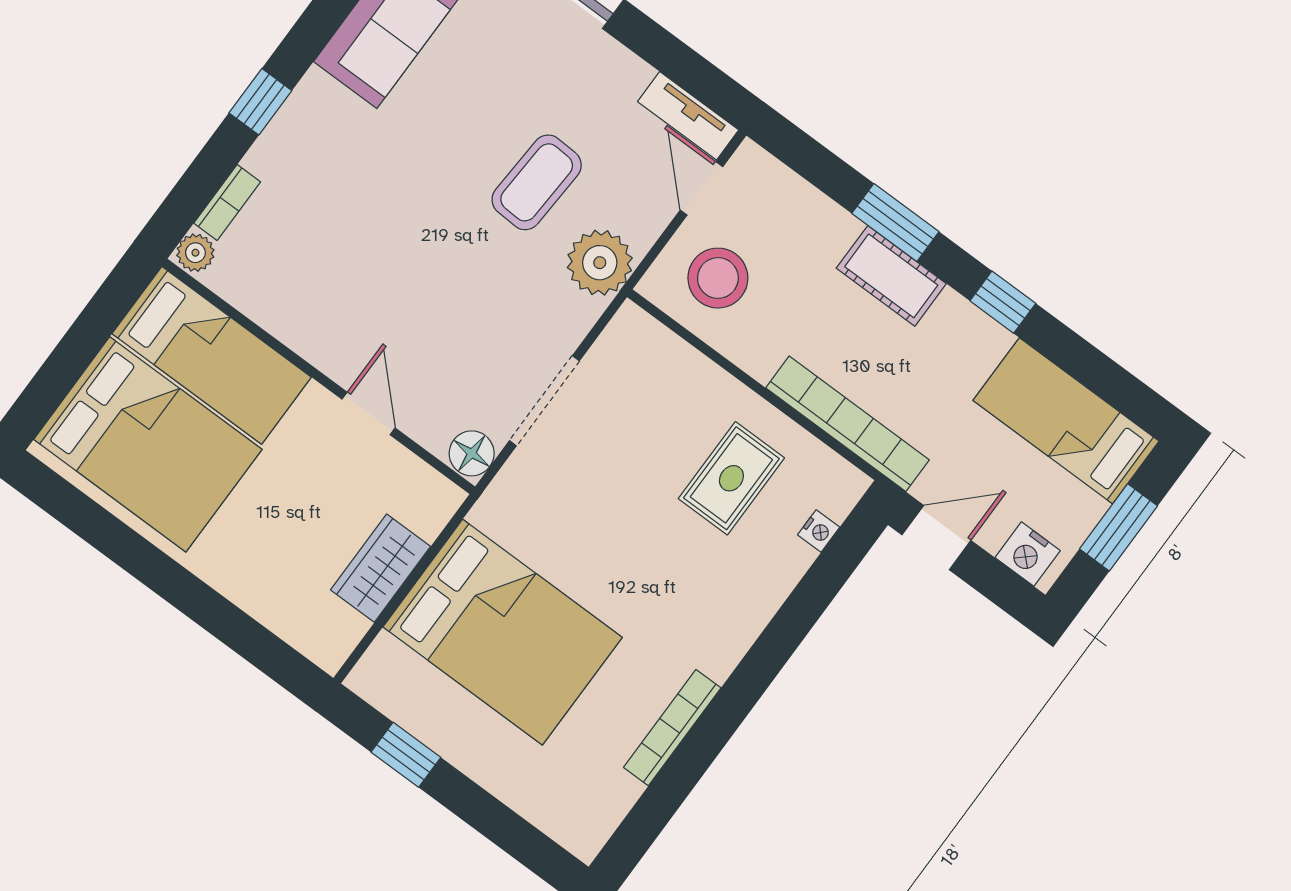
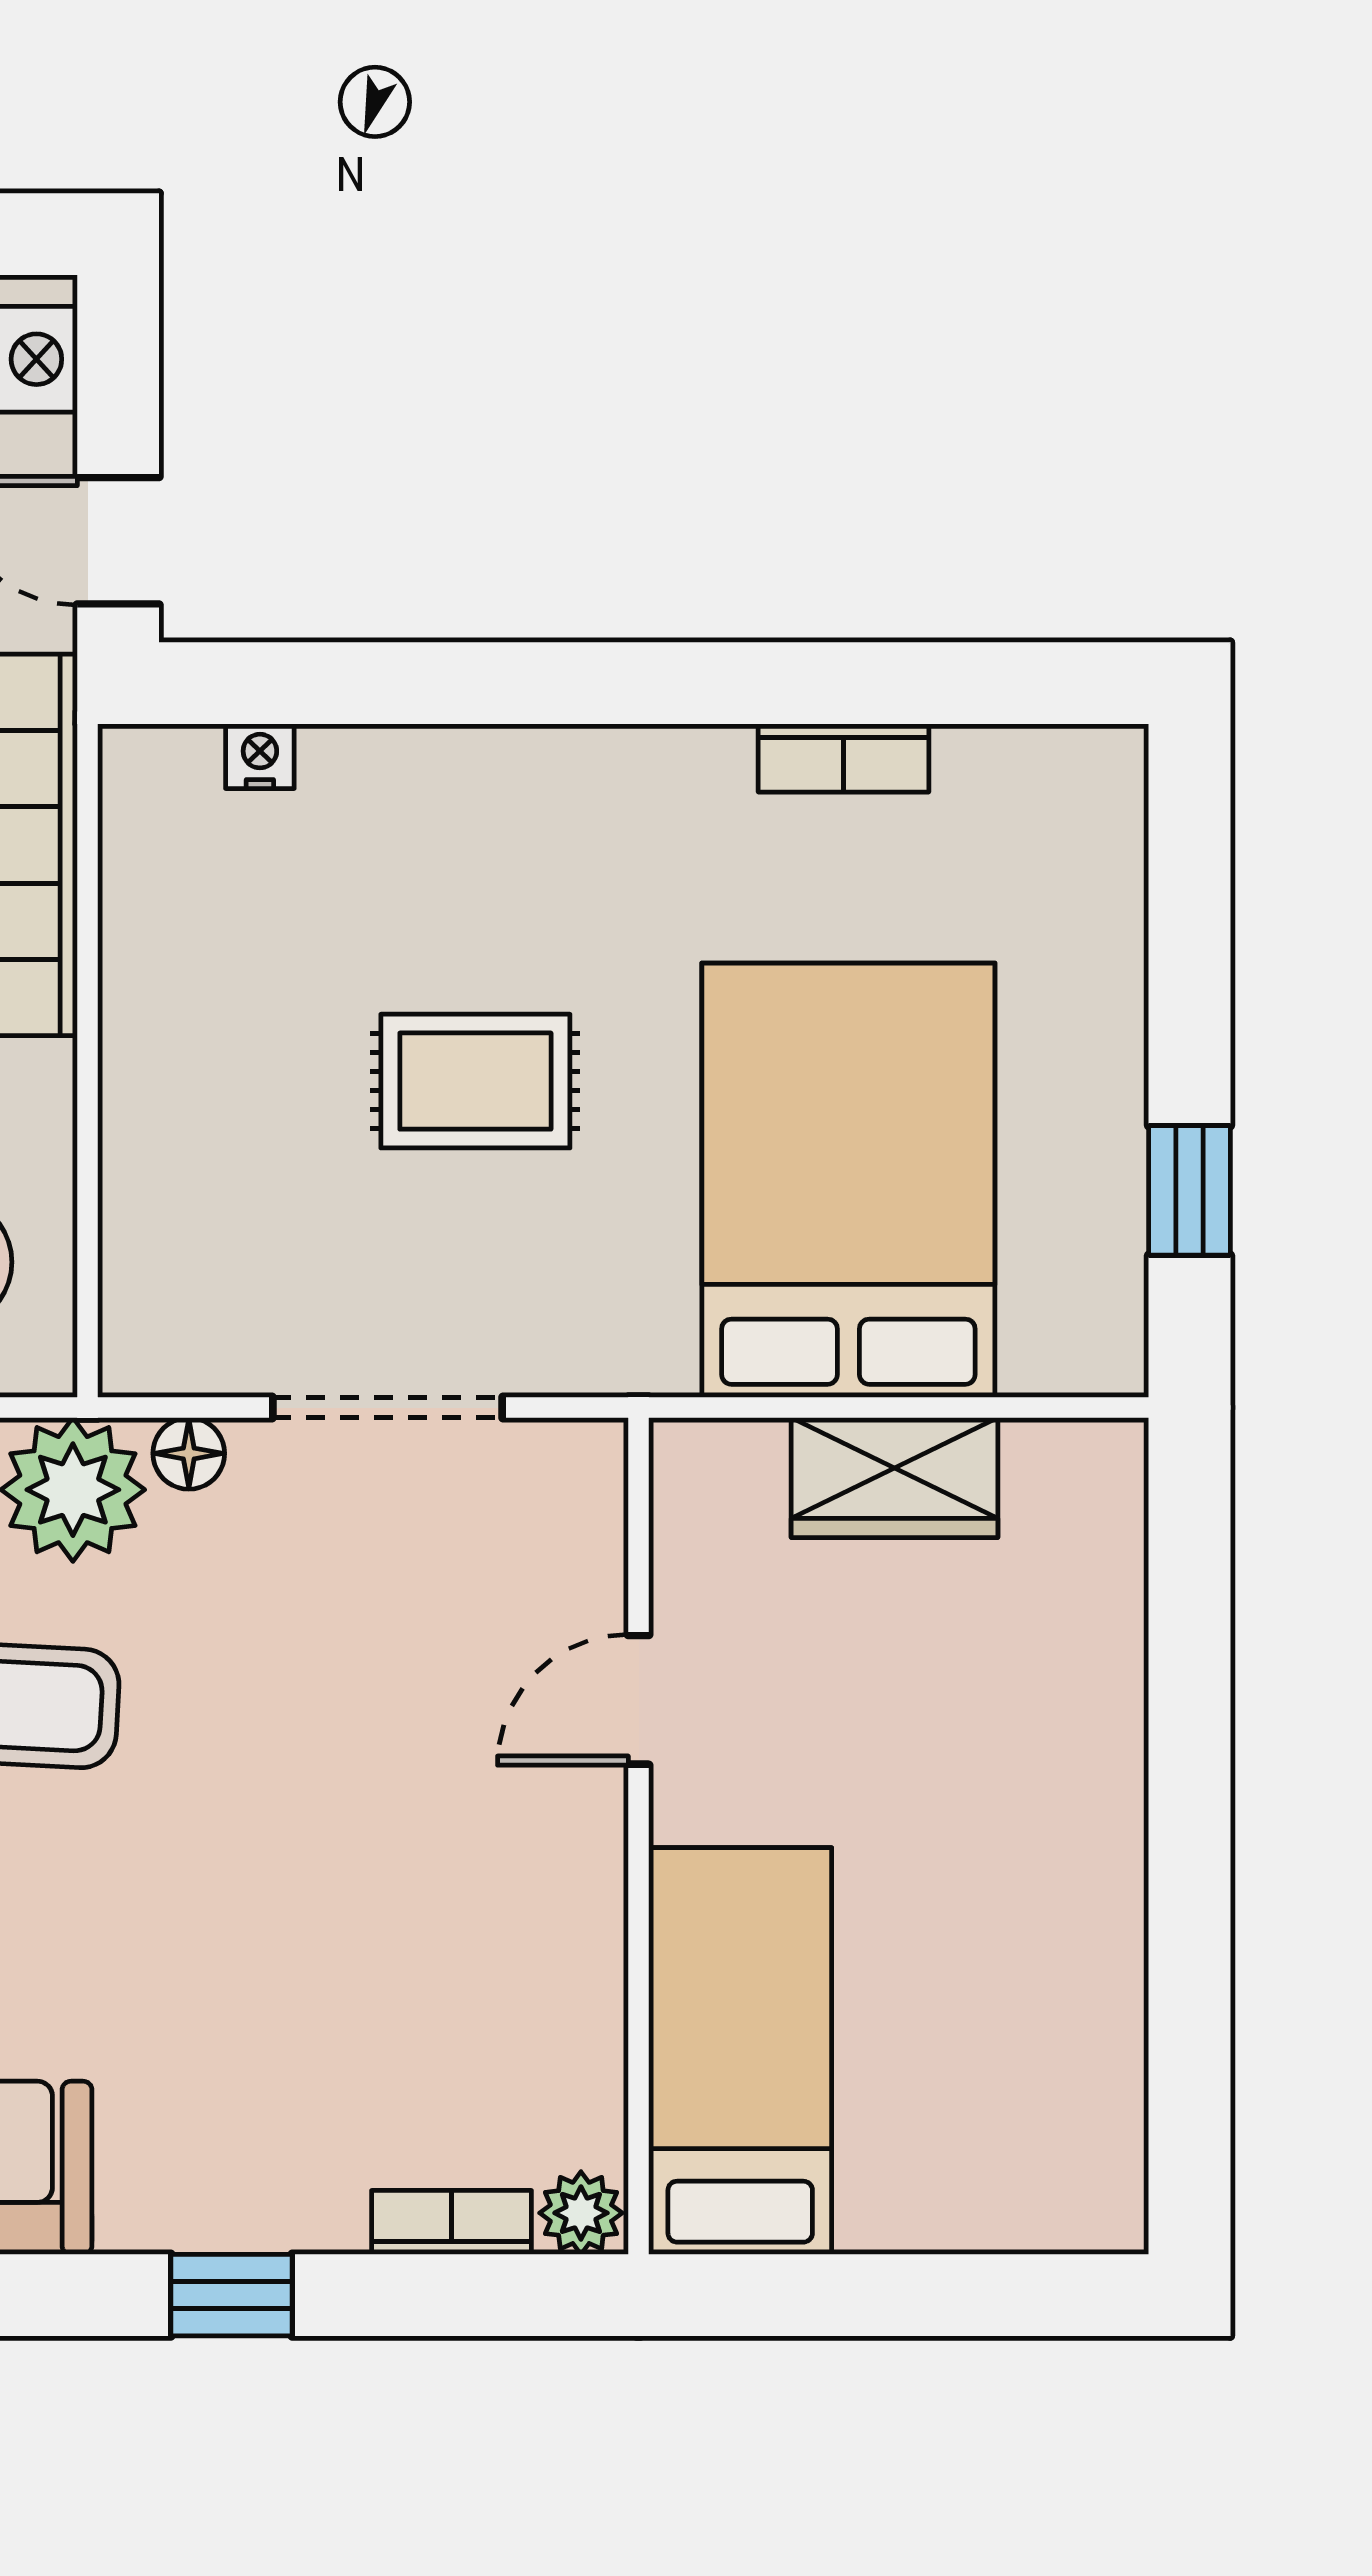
bed: (148, 444) -> (980, 2047), removed
floor lamp: (472, 453) -> (189, 1453), moved, width x0.73, depth x0.73
rug: (731, 478) -> (475, 1081), moved
bookcase: (672, 728) -> (844, 758), width x0.64

